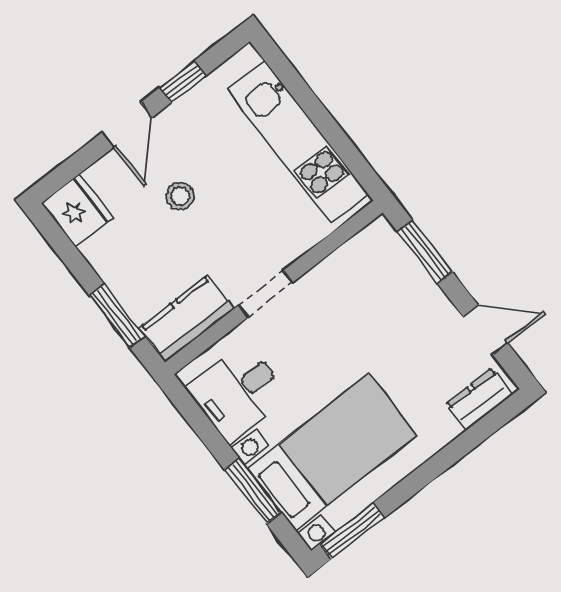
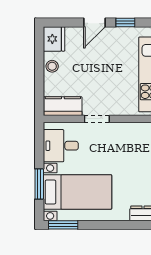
stool: (180, 196) -> (52, 66), moved
window: (117, 316) -> (39, 86), removed

